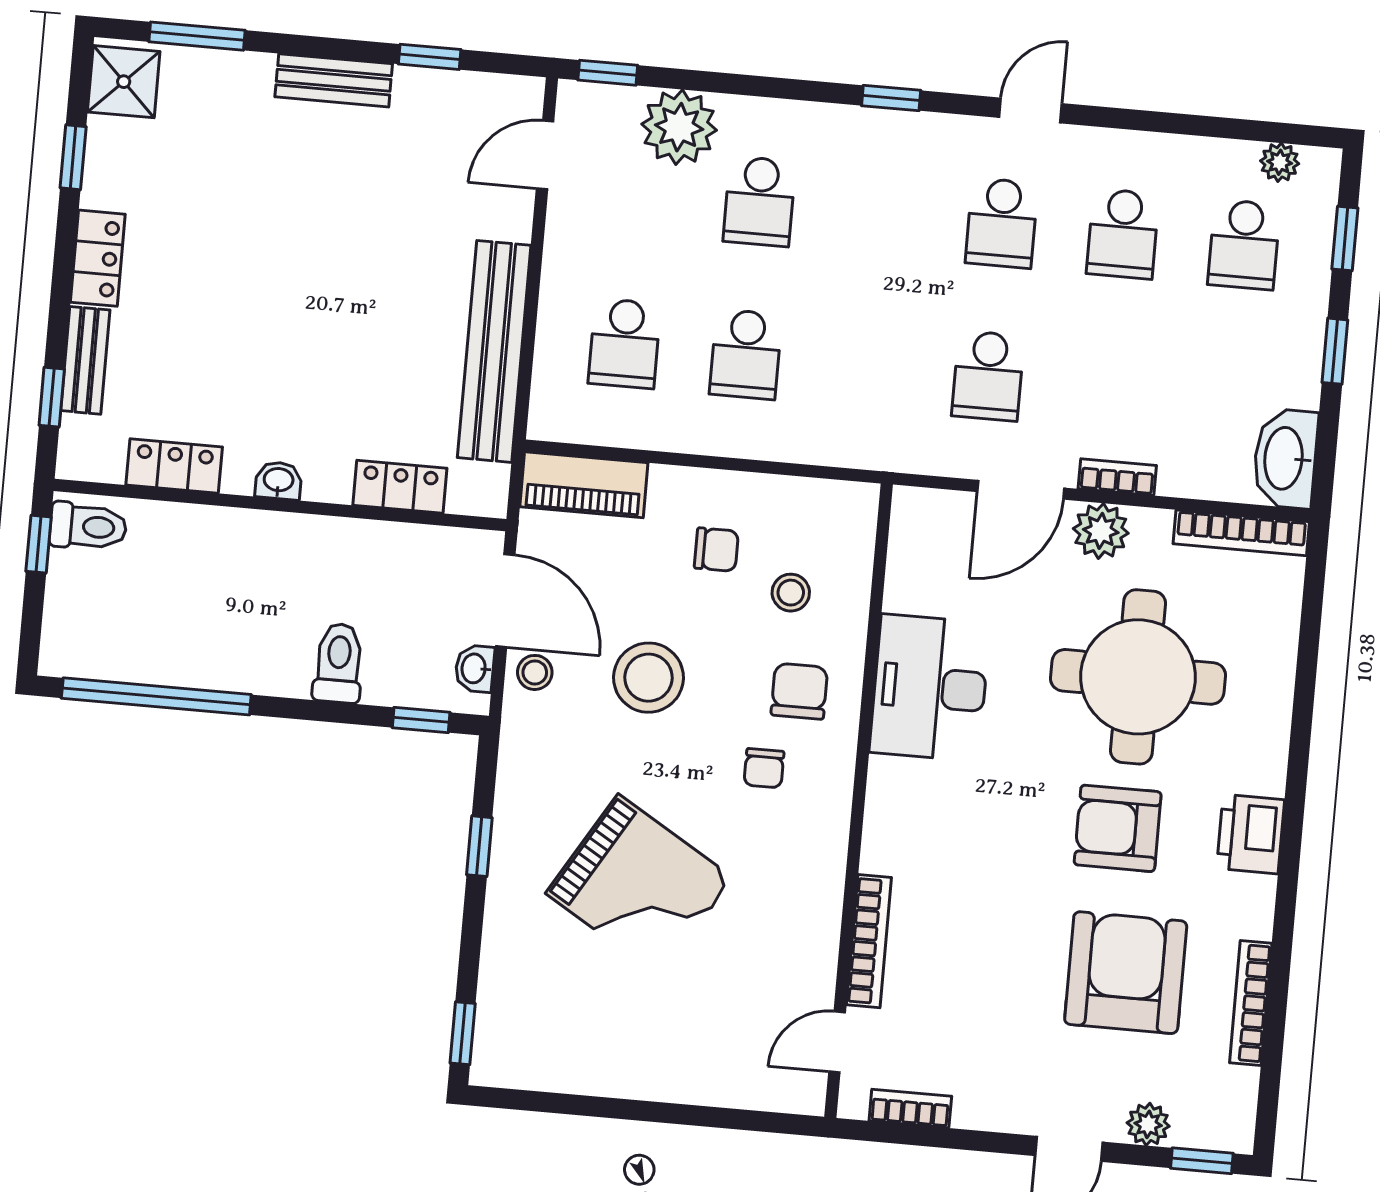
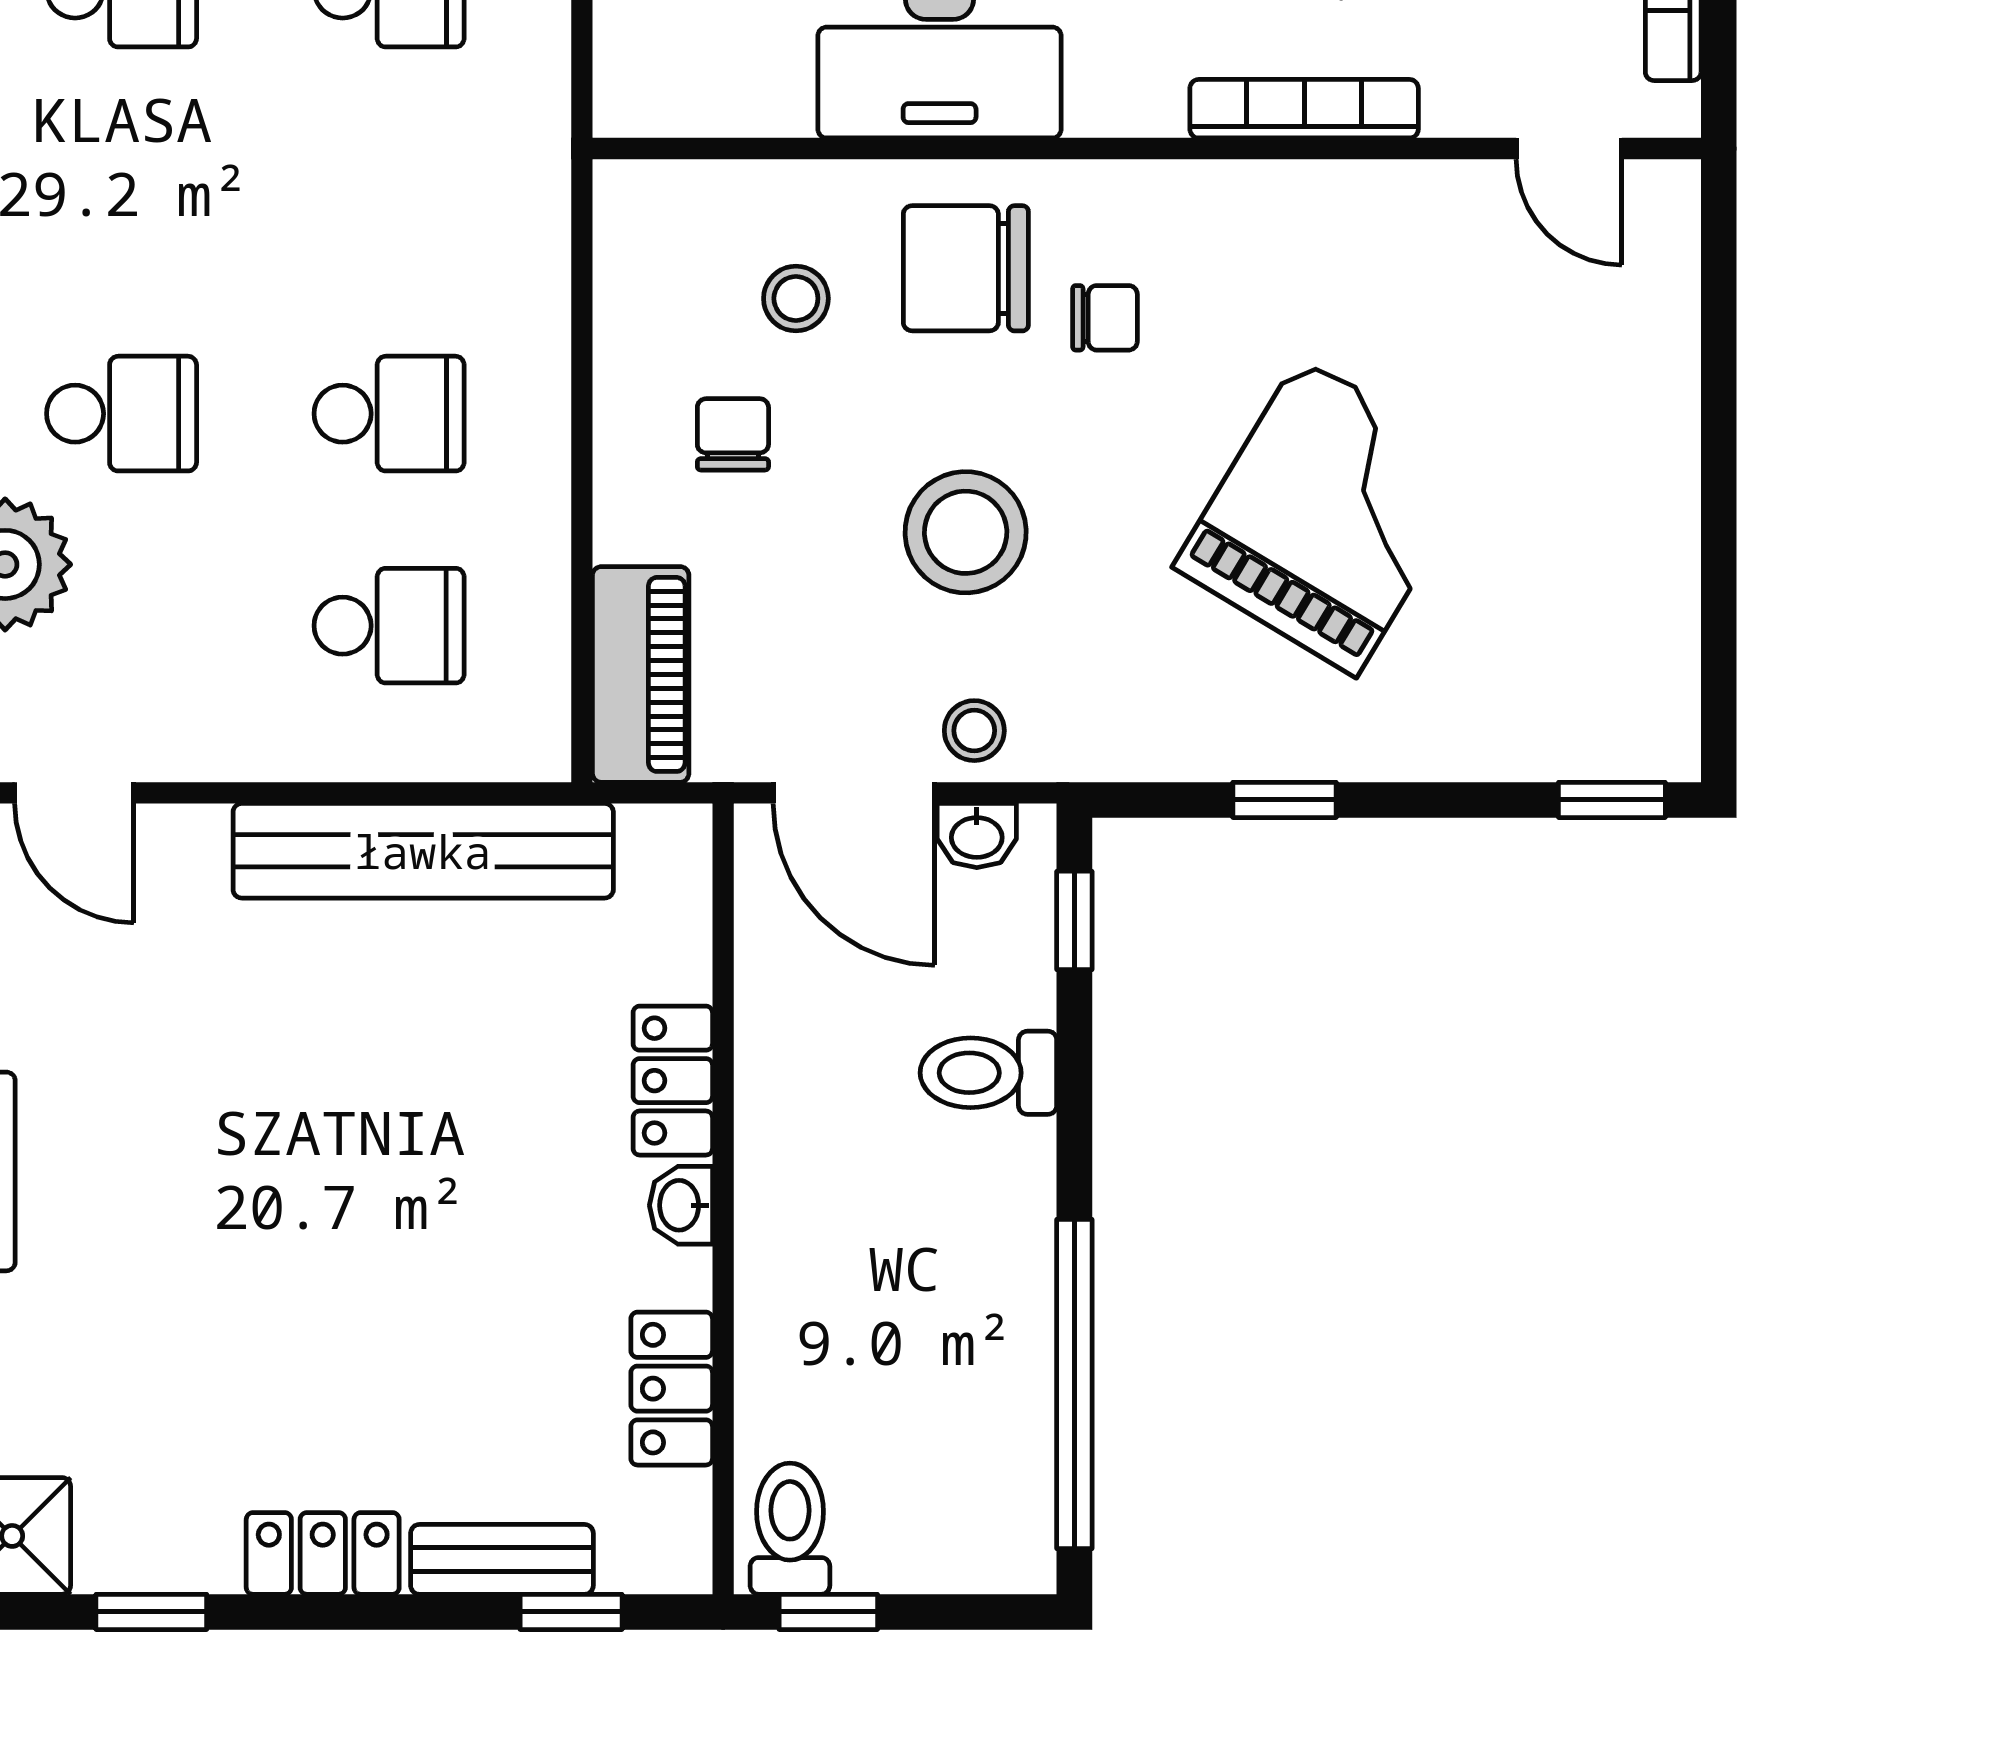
locker: (400, 487) -> (673, 1081), moved
door: (505, 601) -> (854, 793), swing flipped
chair: (799, 691) -> (966, 268), width x1.37, depth x1.37
bookcase: (869, 941) -> (1304, 109), moved

